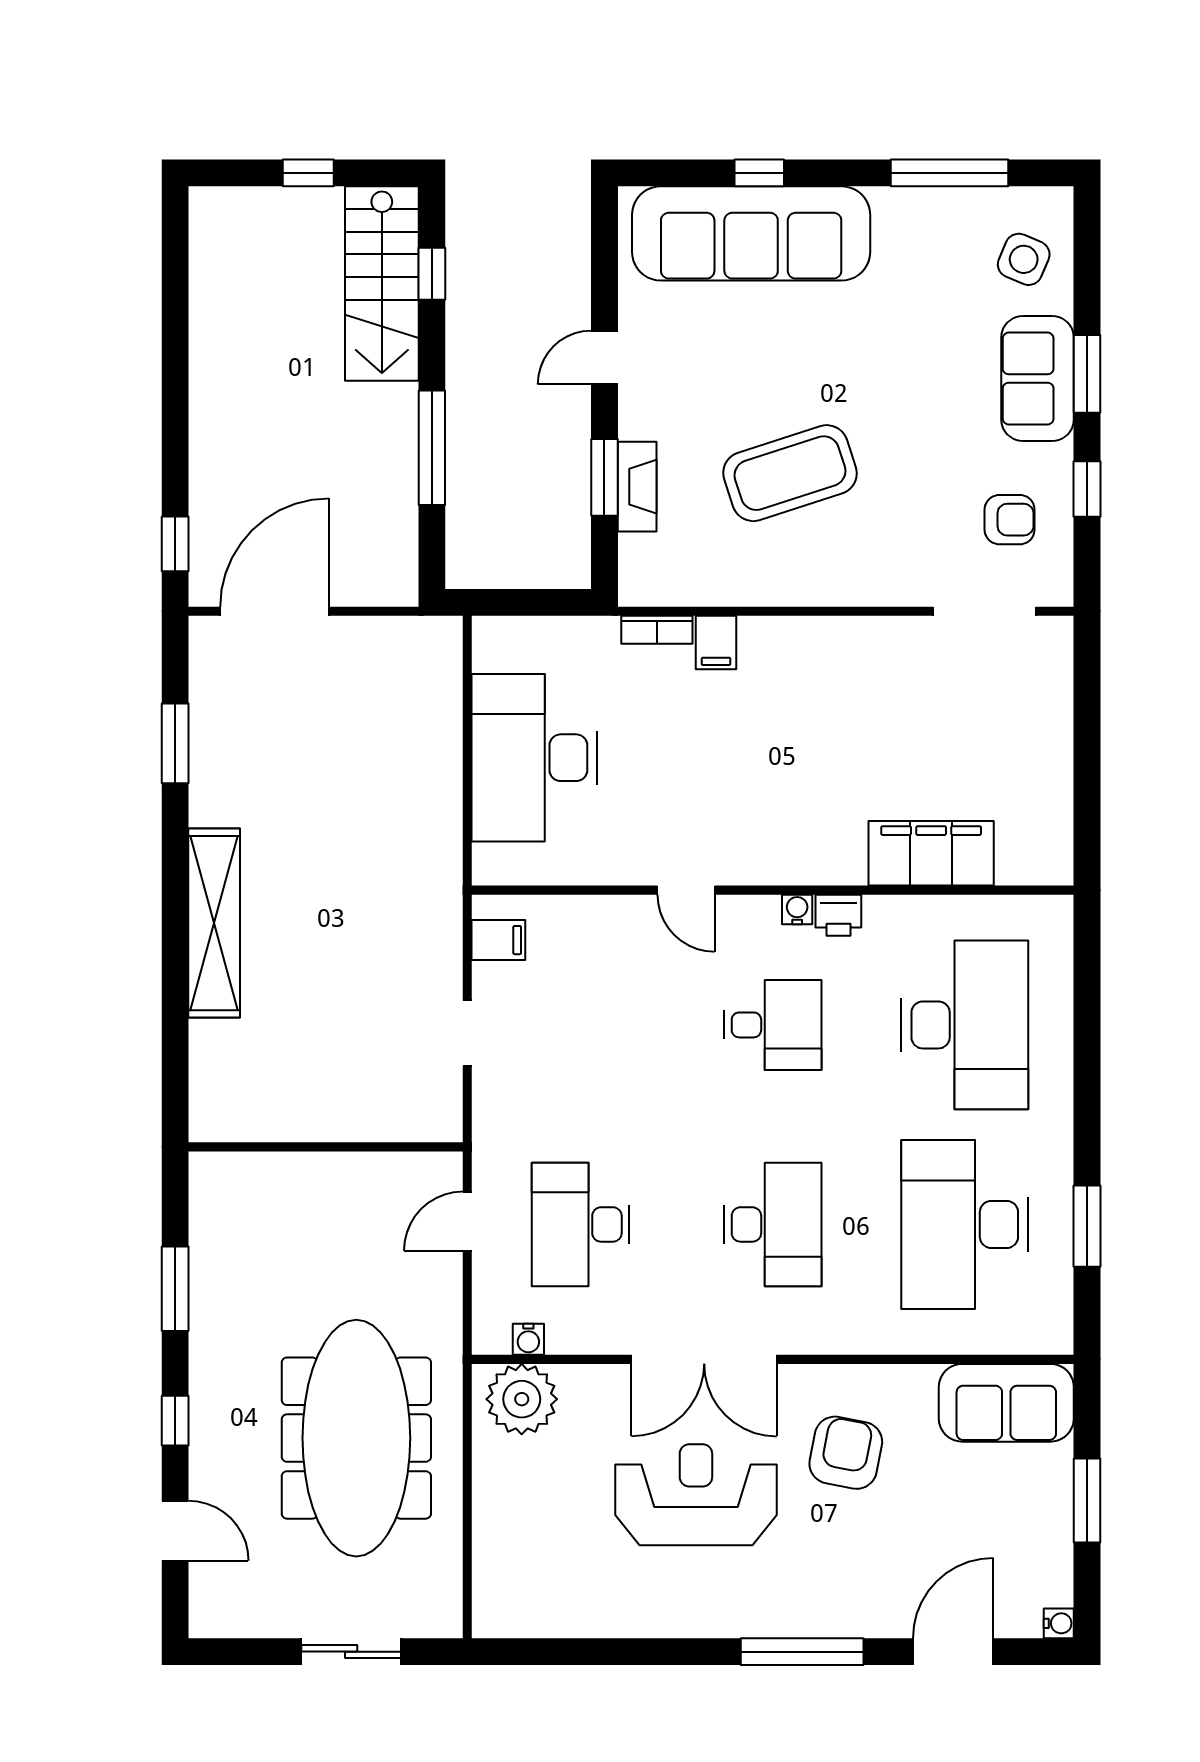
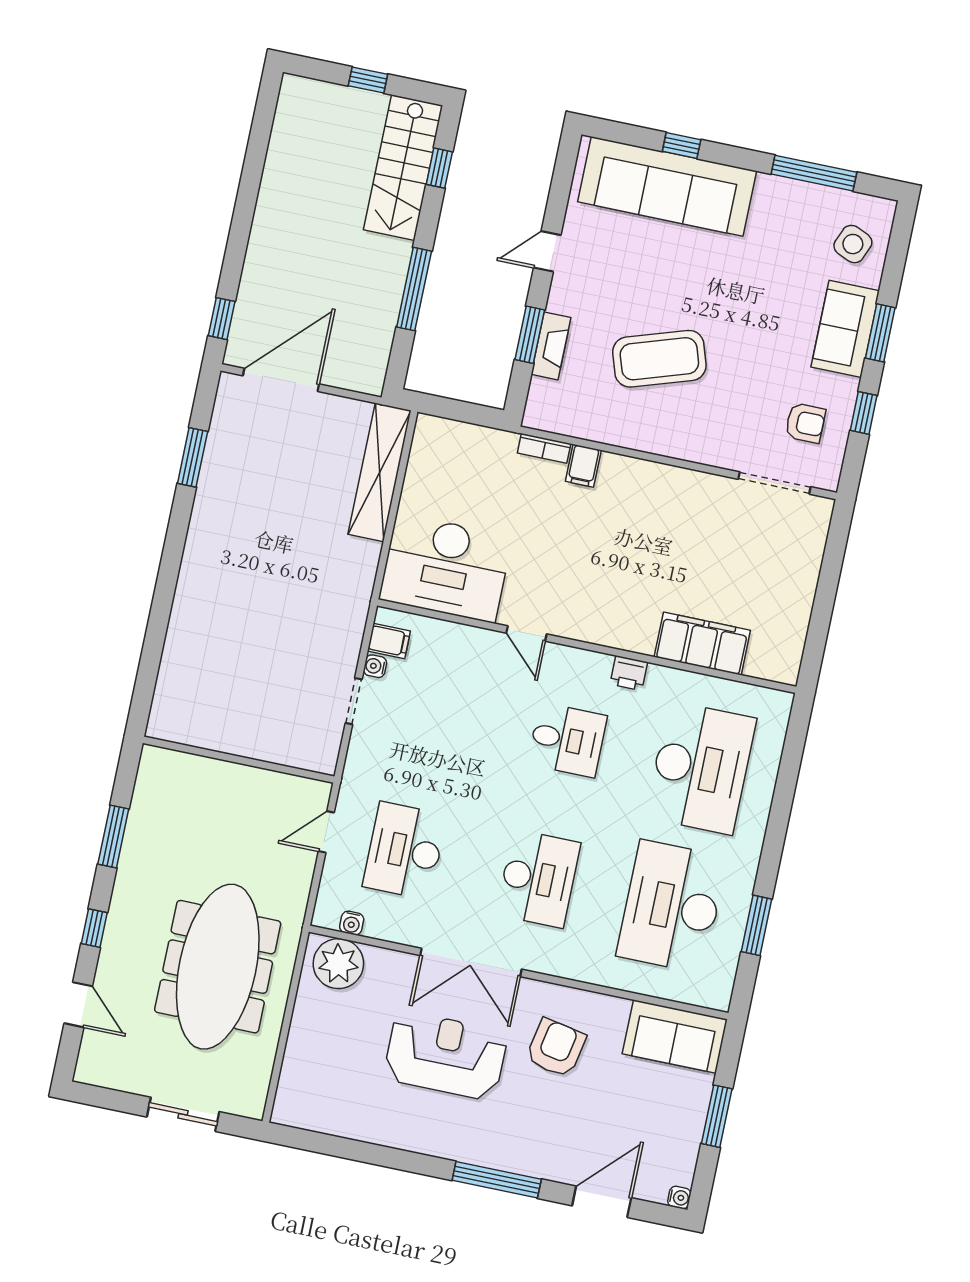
desk: (534, 758) -> (446, 568), moved, turned -90
water cooler: (797, 909) -> (375, 666), moved, turned -90
shelving: (214, 923) -> (380, 472), moved

